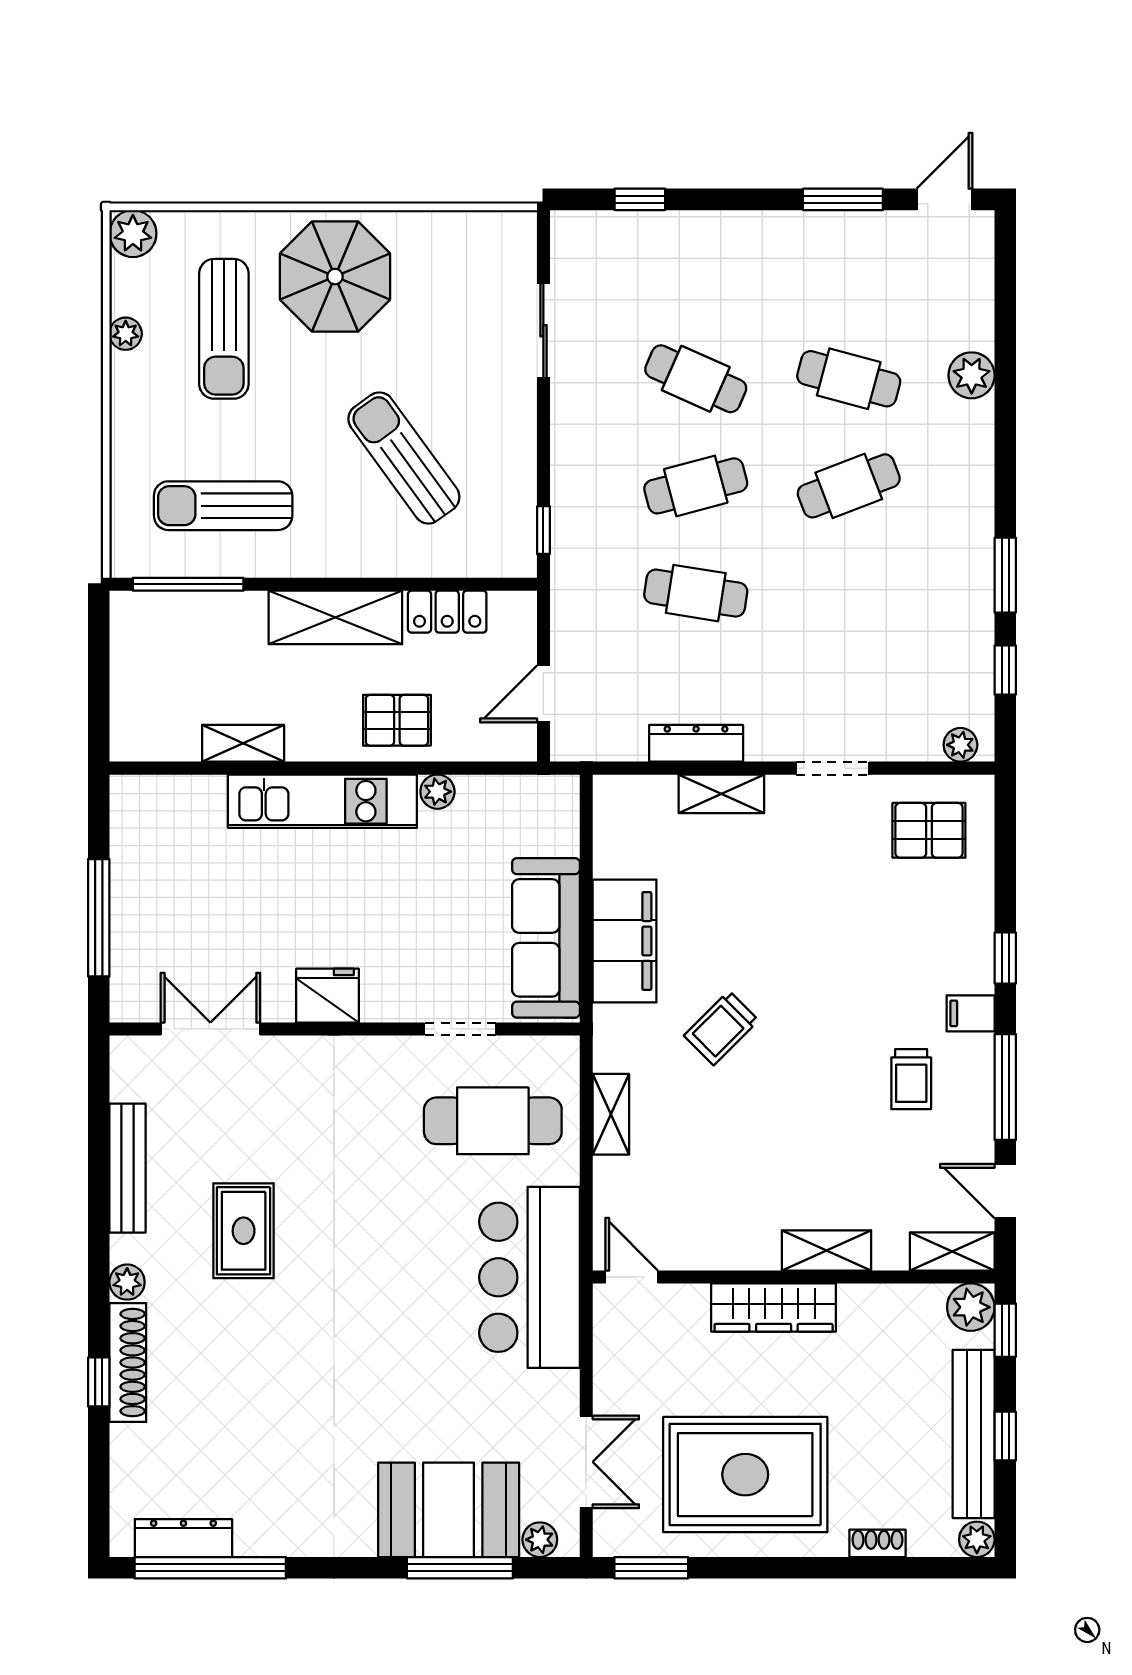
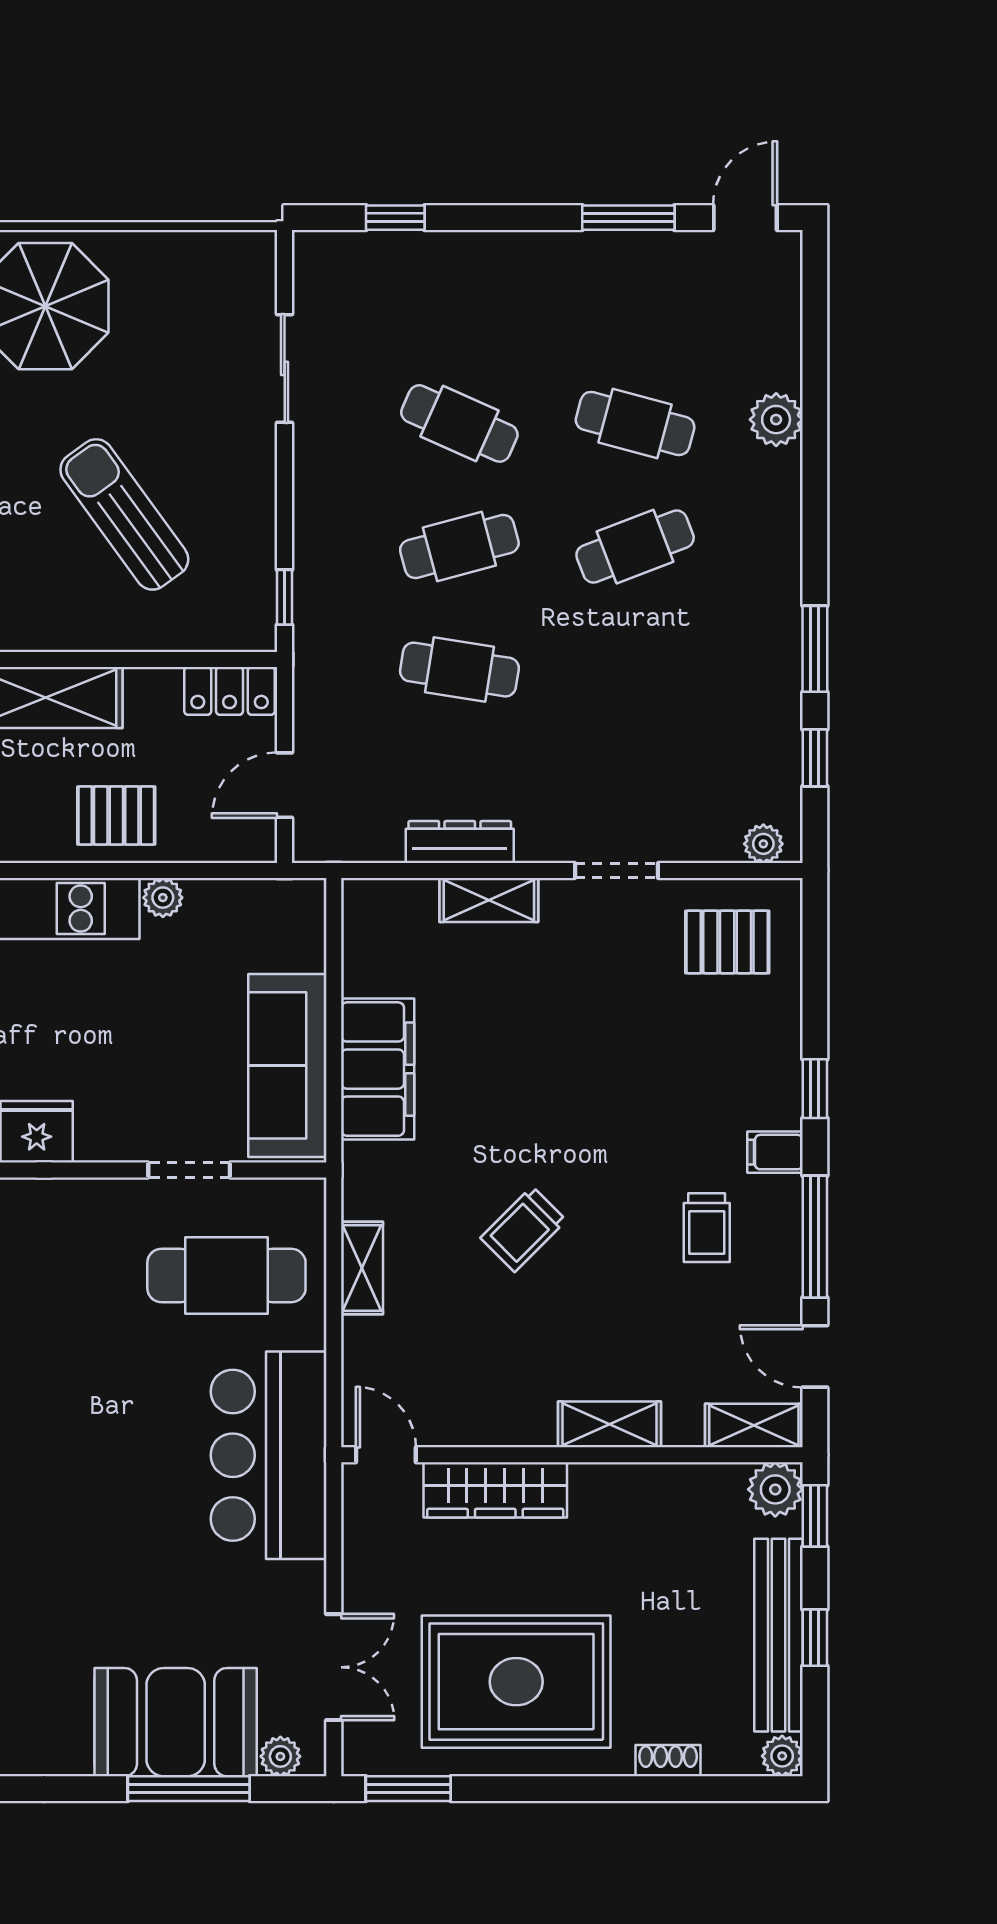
locker: (447, 612) -> (230, 691), moved
trolley: (721, 1028) -> (523, 1229), moved
wardrobe: (774, 1307) -> (495, 1490), moved

